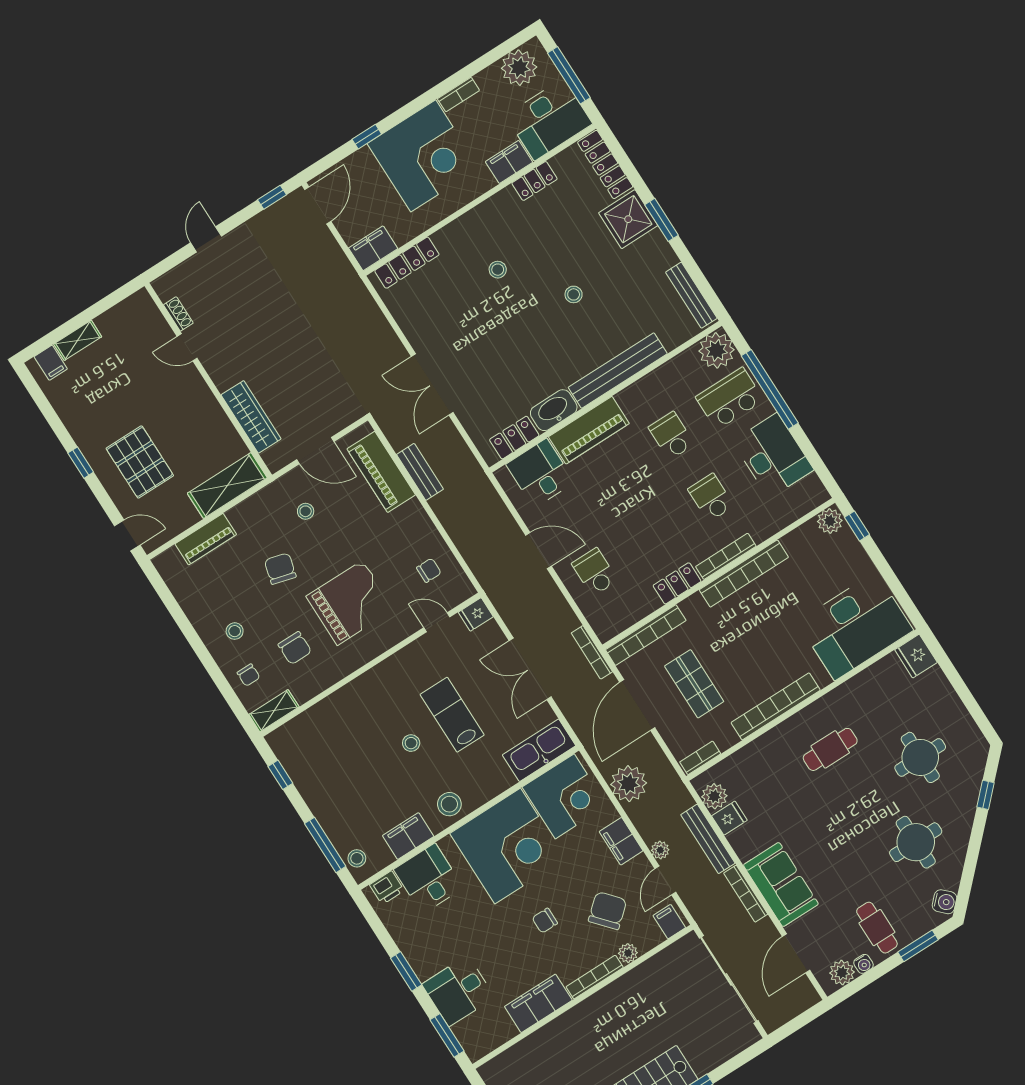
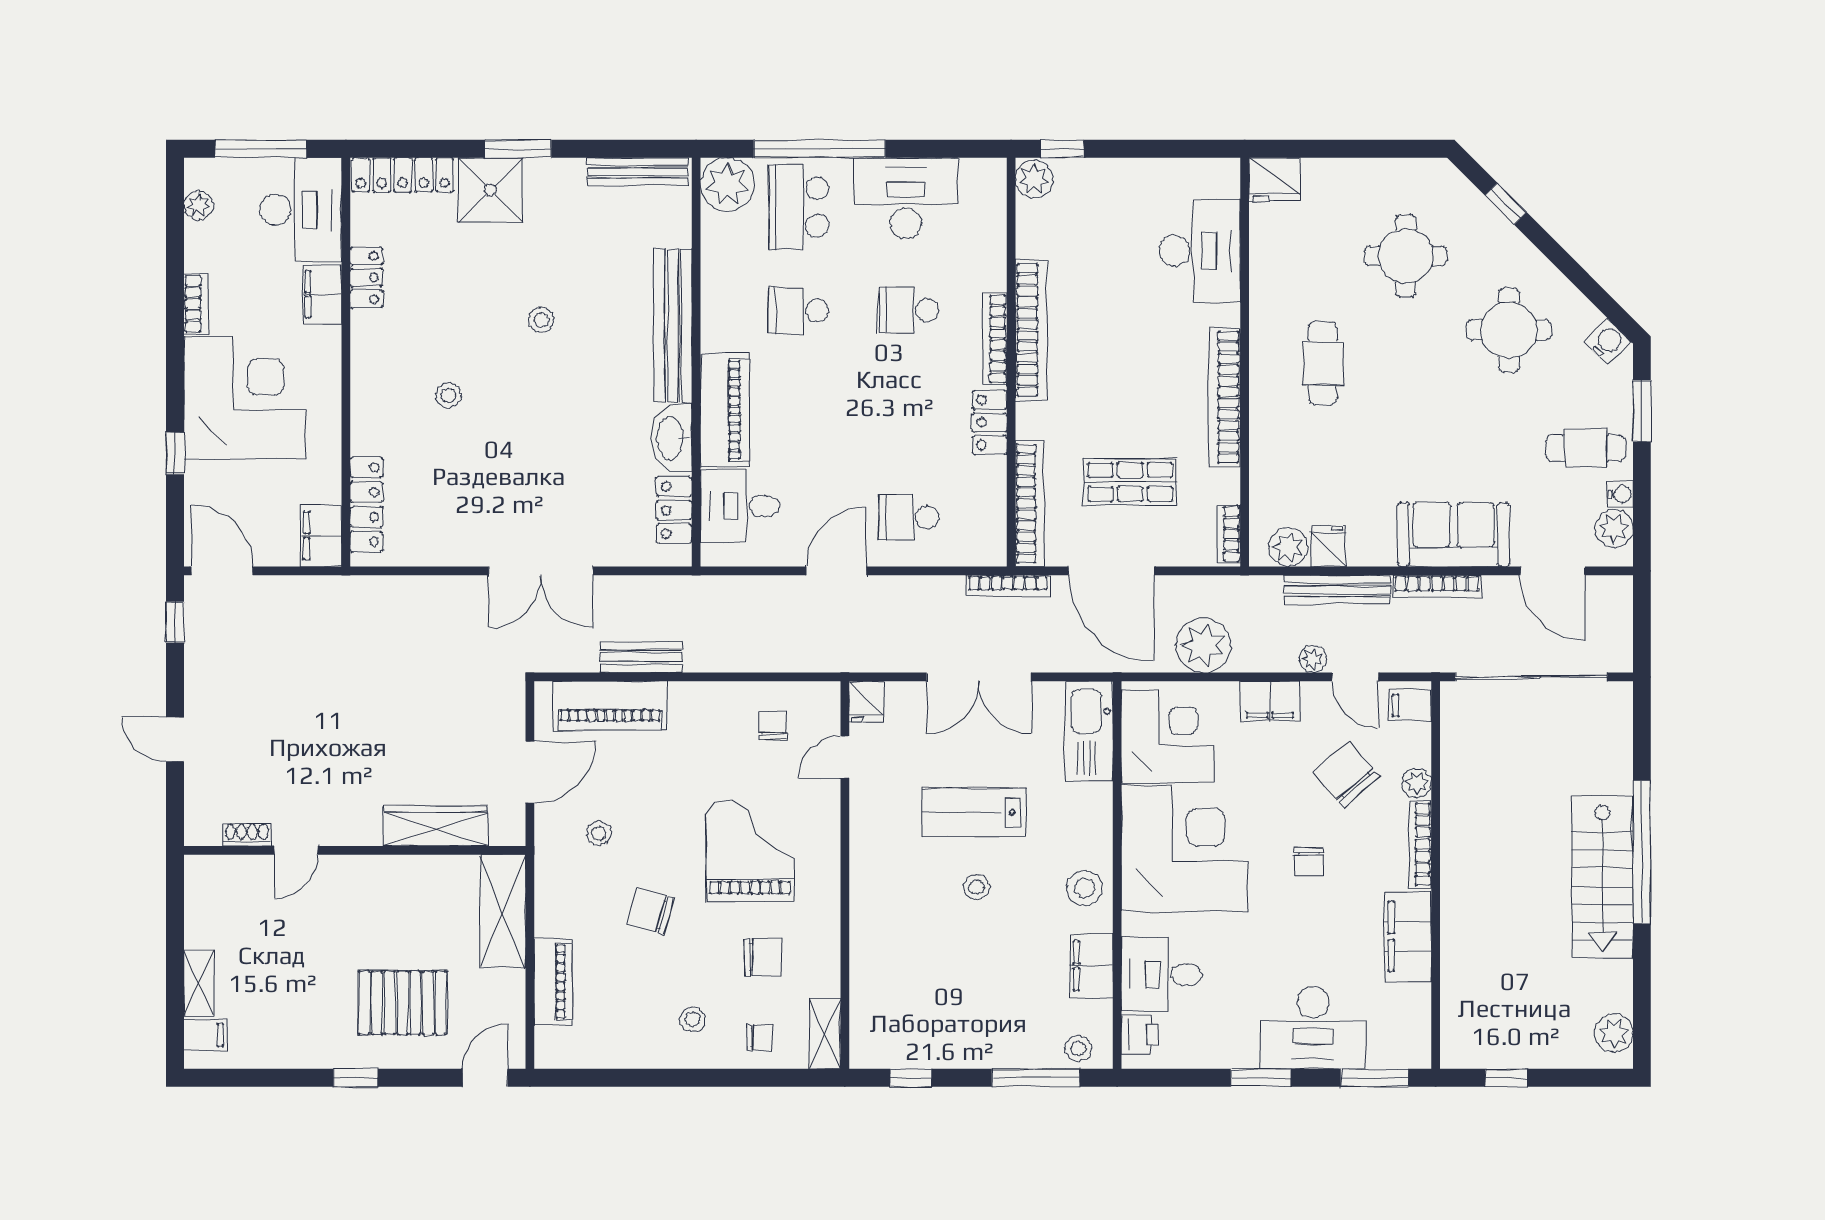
plant: (519, 68) -> (198, 205), width x0.53, depth x0.53
desk: (855, 626) -> (1200, 251), width x0.73, depth x0.77
desk: (458, 991) -> (1313, 1028), width x1.37

